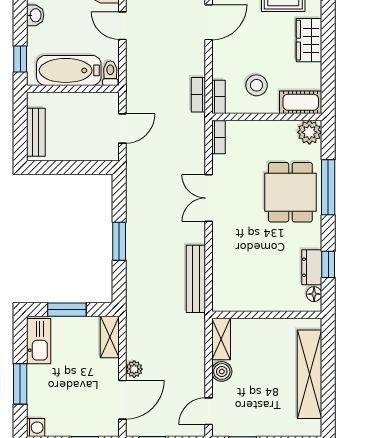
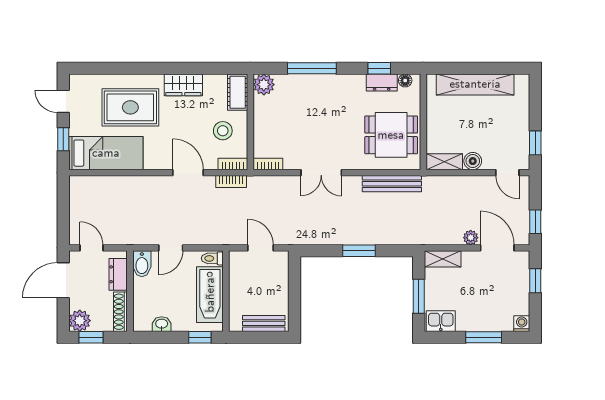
door: (209, 22) -> (188, 173), moved
dining table: (290, 192) -> (391, 135), moved
kitchen sink: (39, 341) -> (441, 321), width x0.73

